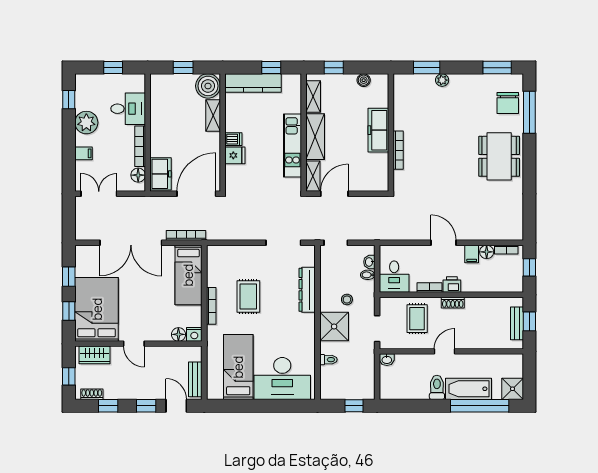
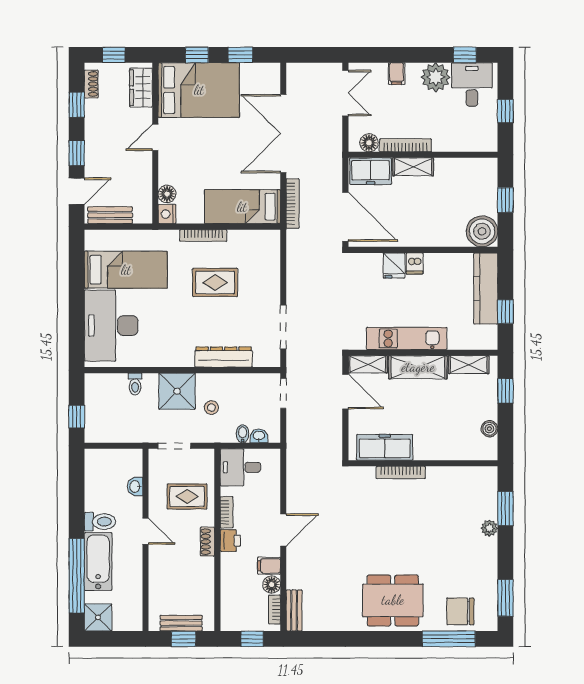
desk: (128, 109) -> (472, 84), moved, turned 180
shelving: (213, 115) -> (413, 167), moved
freezer: (378, 130) -> (385, 447), moved
bench: (507, 234) -> (294, 610), added
washbasin: (387, 360) -> (135, 486), moved

